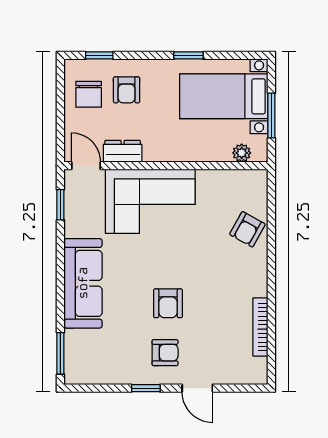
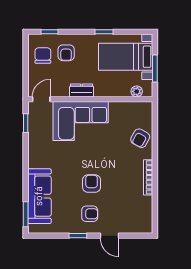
chair: (89, 94) -> (43, 56), turned 180
dresser: (123, 151) -> (82, 90), moved
door: (86, 166) -> (41, 99), hinge flipped
sofa: (83, 283) -> (39, 196), moved
armchair: (168, 303) -> (92, 184), turned 180
bookcase: (260, 327) -> (148, 177), moved

